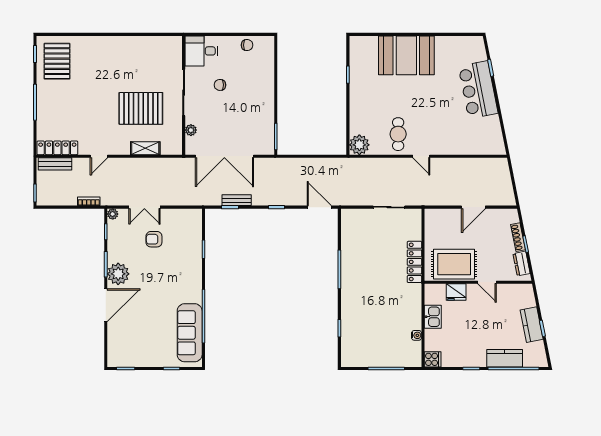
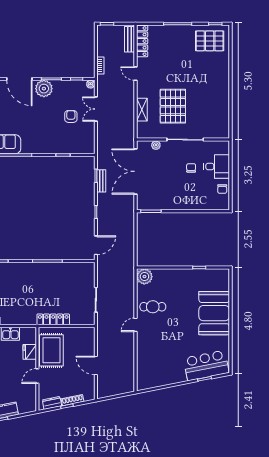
desk: (201, 51) -> (217, 166), moved, turned 90
bar counter: (478, 90) -> (206, 365), moved

